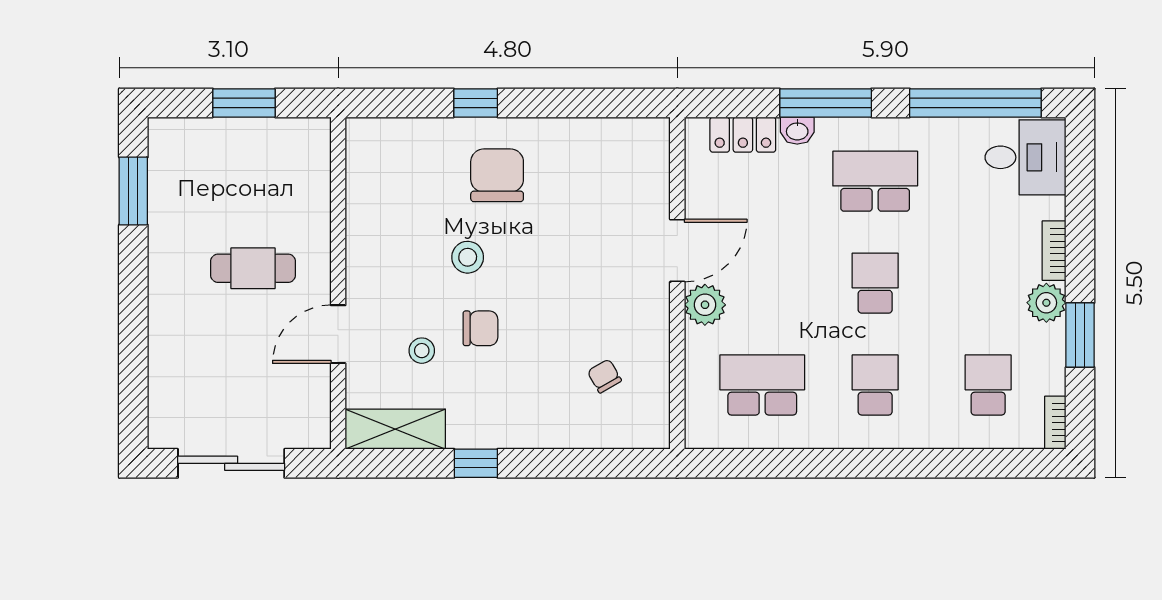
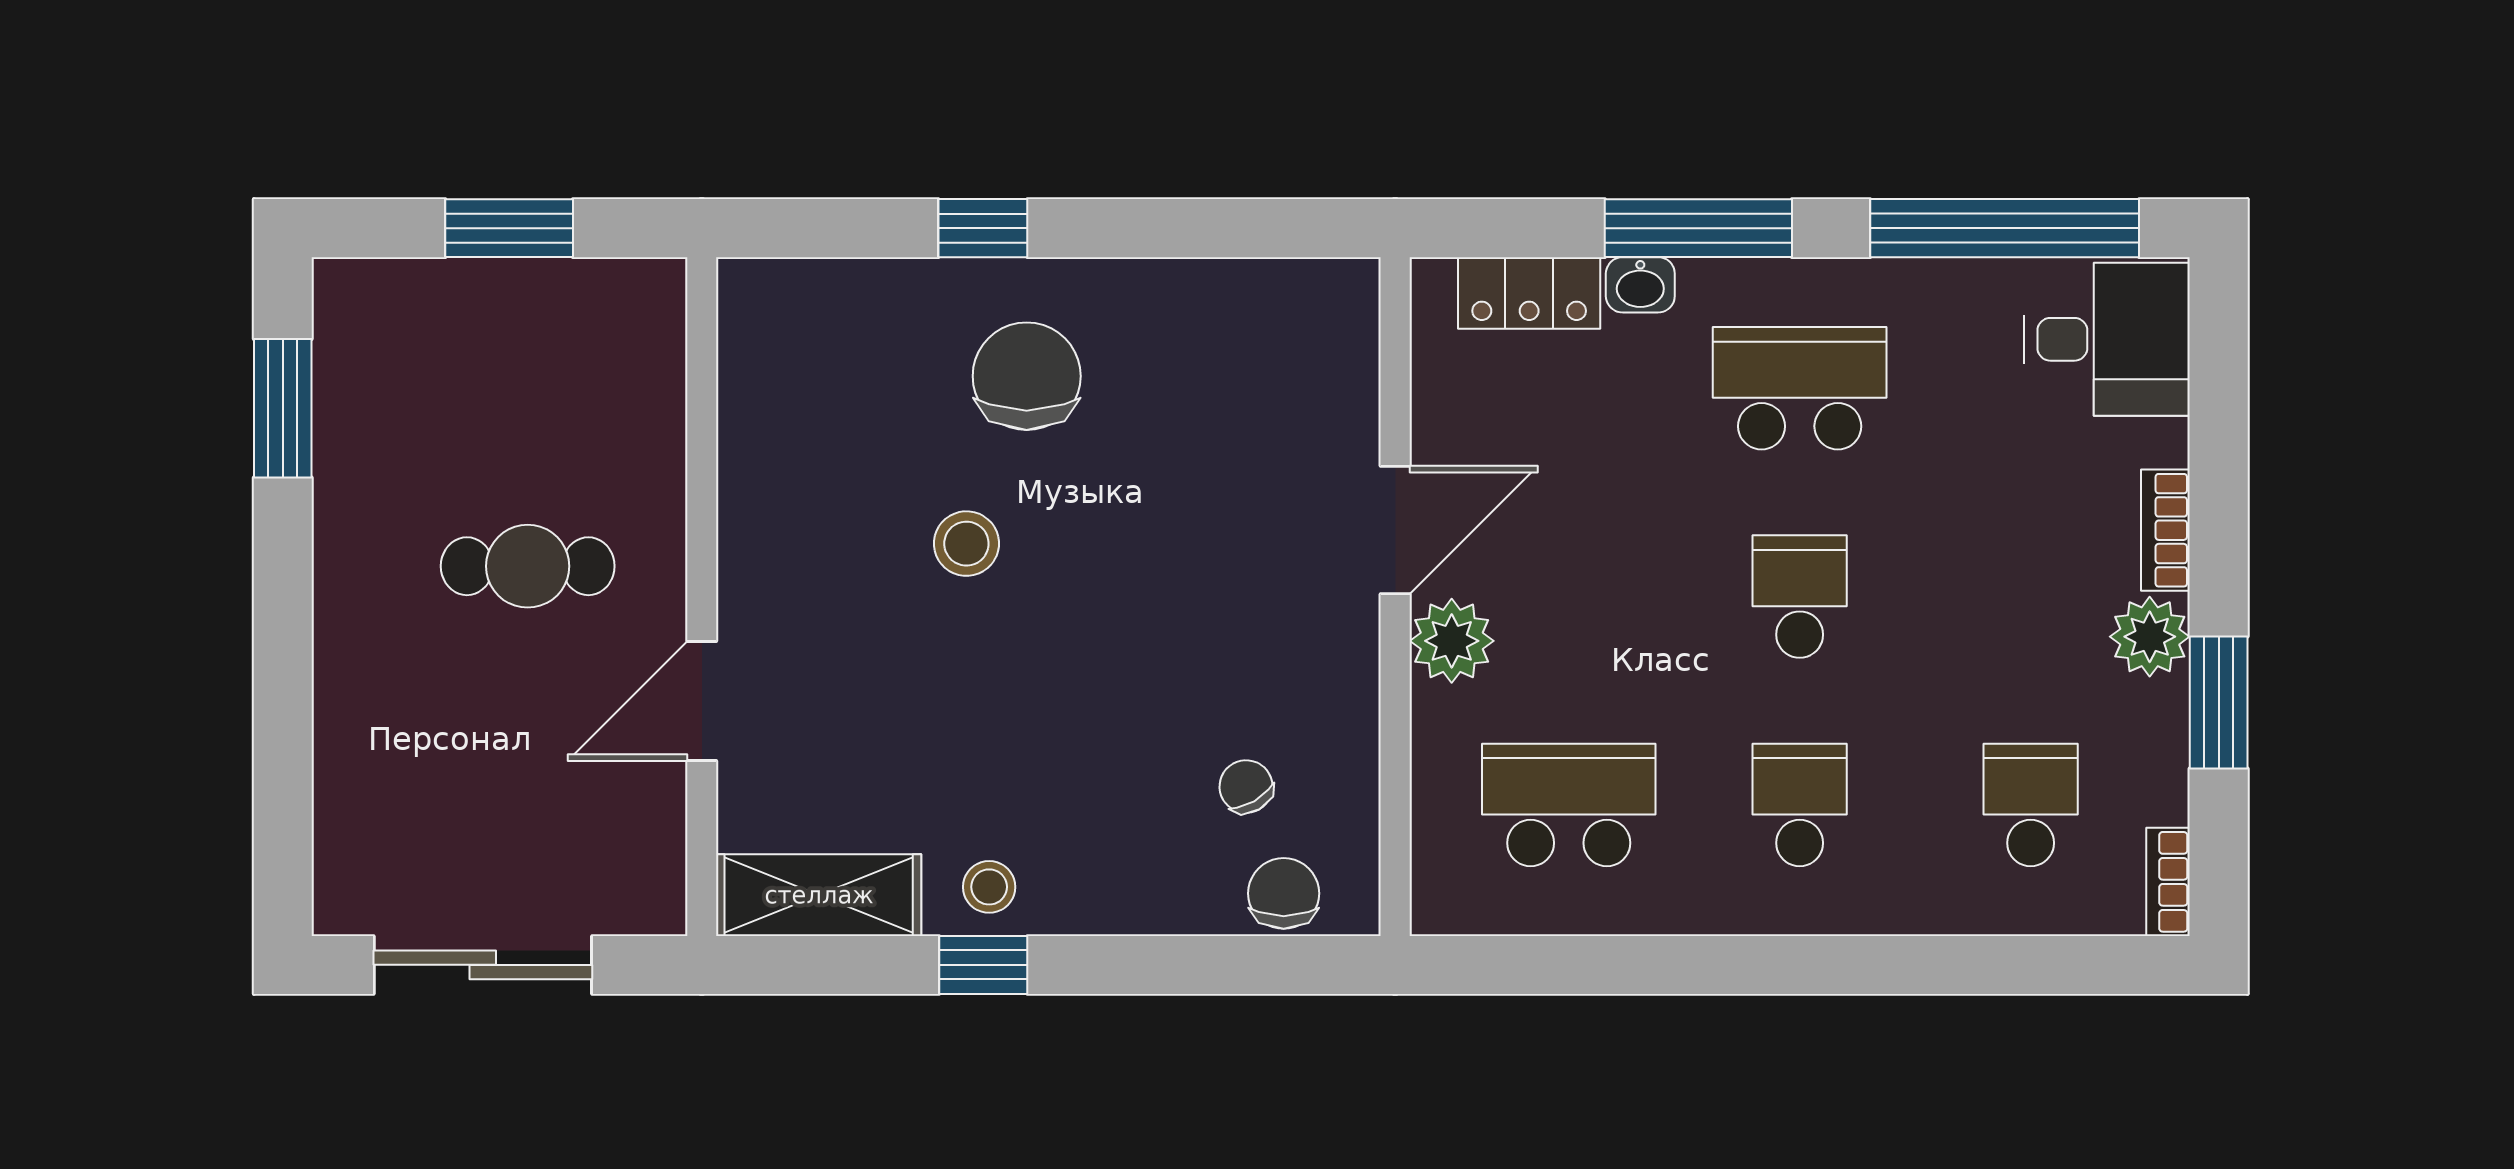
chair: (481, 328) -> (1284, 893), moved, turned -90
stool: (422, 351) -> (989, 887), moved

